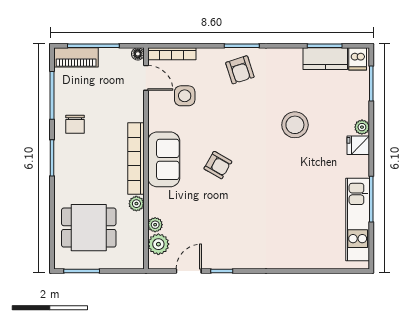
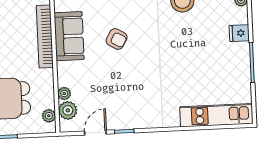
fridge: (358, 145) -> (239, 33), moved
plant: (136, 204) -> (49, 116), moved
kitchen unit: (358, 220) -> (216, 115), moved, turned 90

